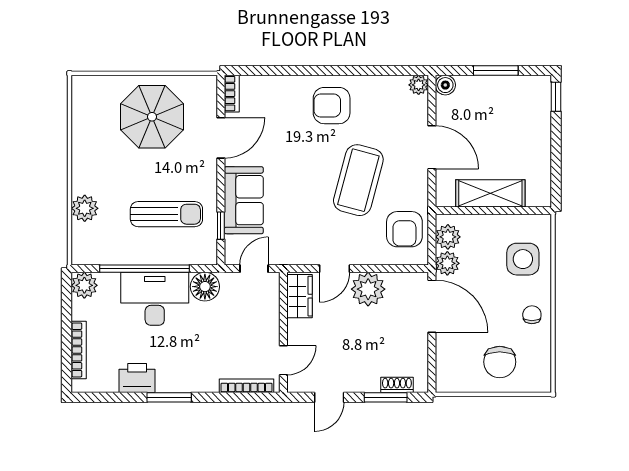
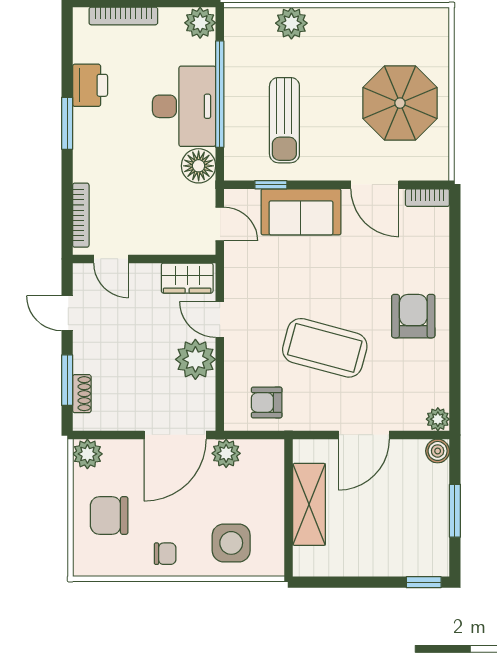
armchair: (404, 229) -> (267, 402), width x0.72, depth x0.72
plant: (448, 237) -> (87, 454), moved

